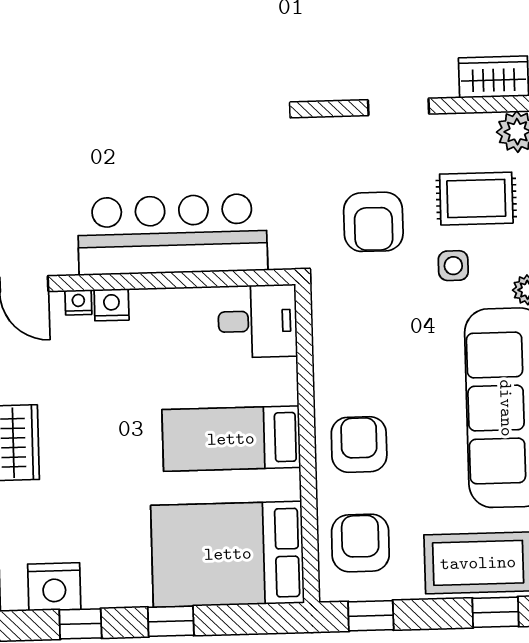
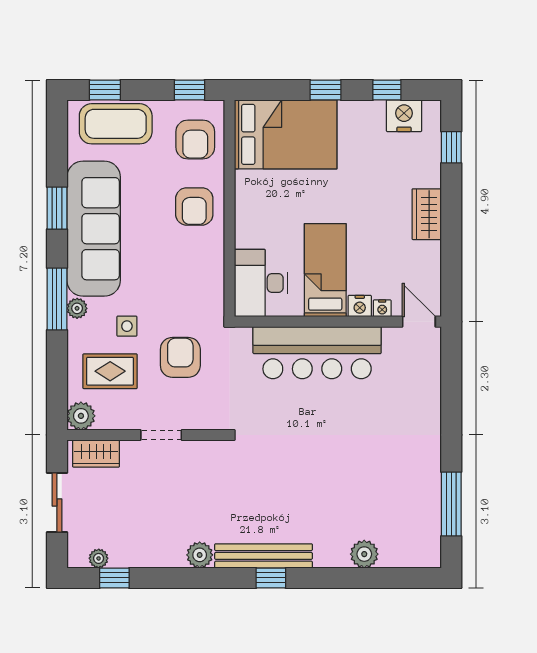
desk: (258, 321) -> (261, 283), width x1.37
bed: (231, 439) -> (325, 270), moved, turned -90

